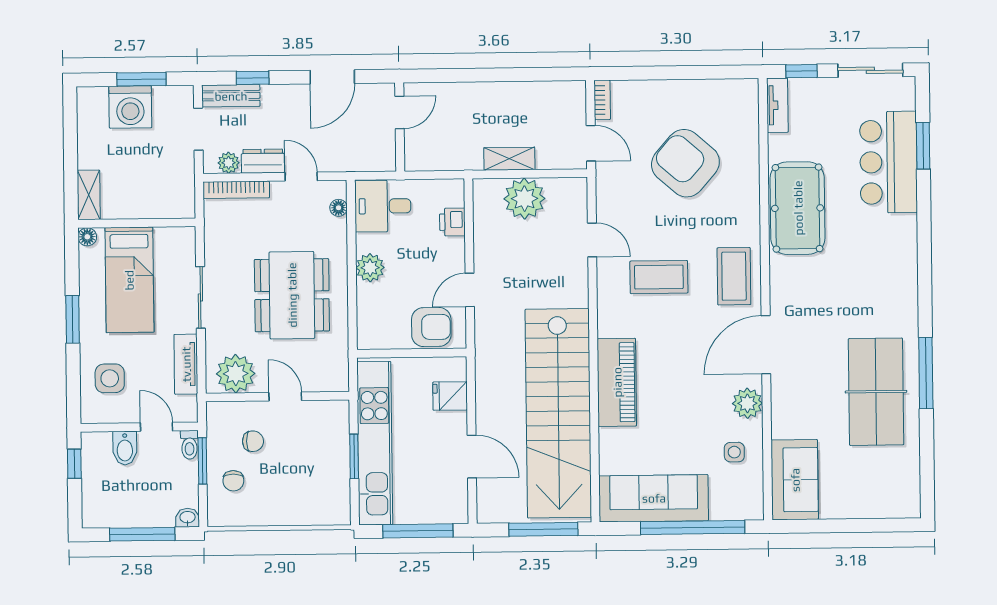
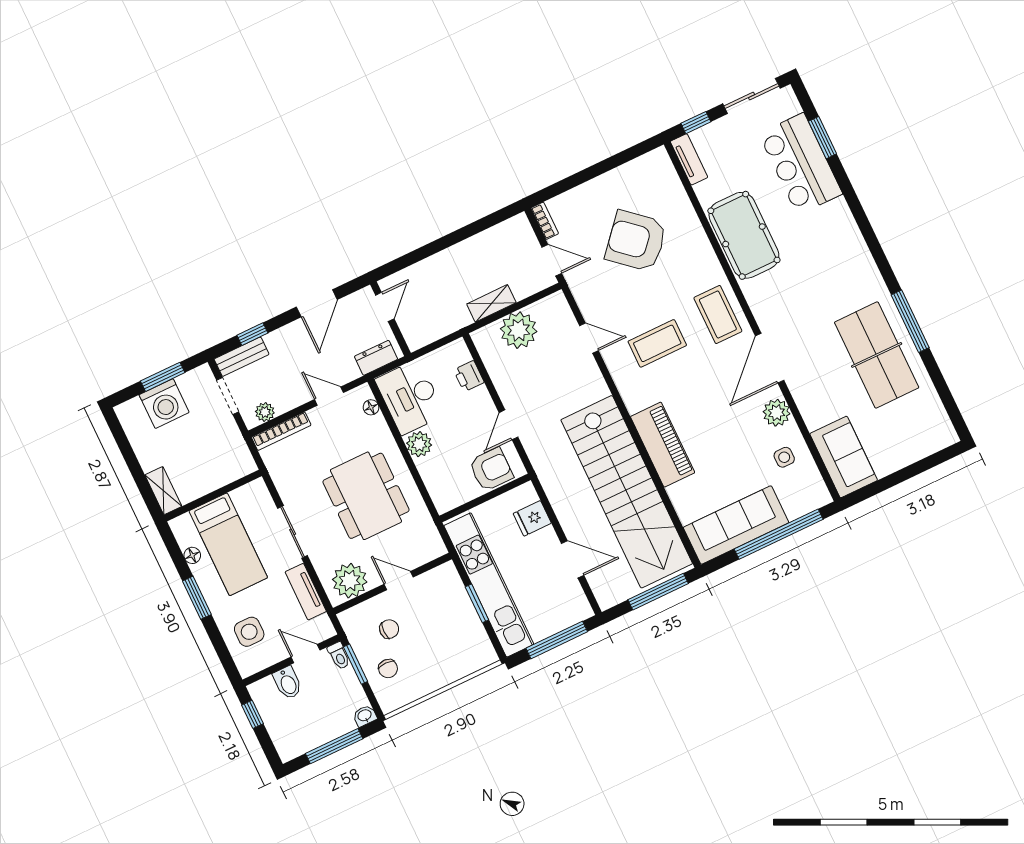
dresser: (263, 161) -> (376, 358), moved
desk: (383, 206) -> (410, 397), width x1.37
floor lamp: (87, 237) -> (192, 555), moved

